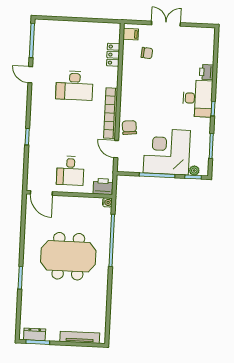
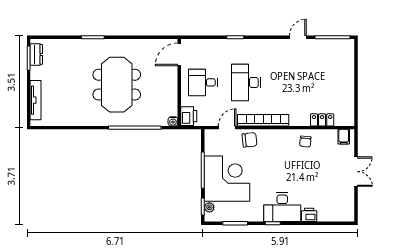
chair: (147, 53) -> (305, 142), moved
desk: (74, 86) -> (246, 82), moved

